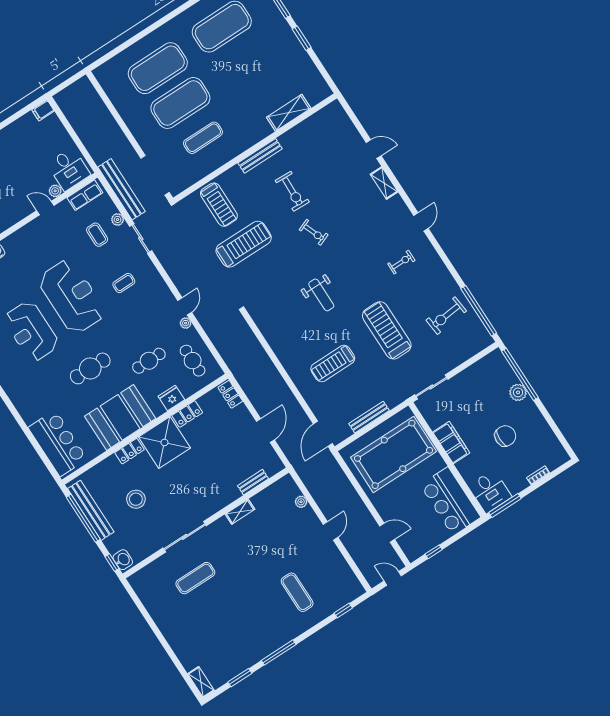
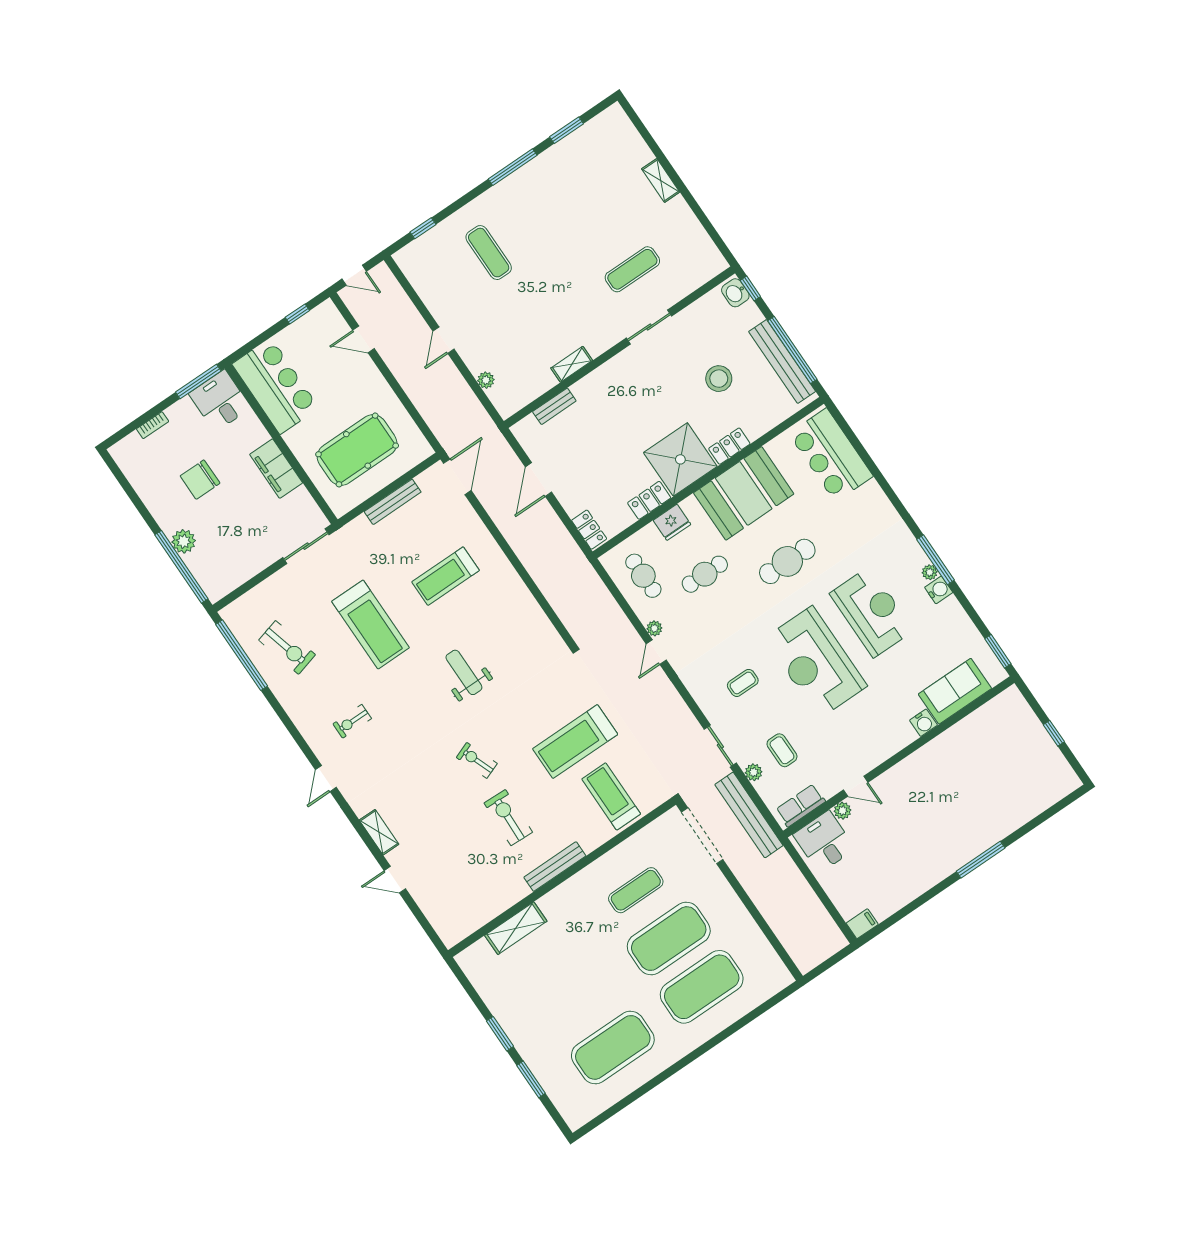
exercise bike: (446, 316) -> (287, 647), turned 81
treadmill: (333, 364) -> (446, 576), turned 180
pool table: (394, 454) -> (357, 450), width x0.73, depth x0.76
sliding door: (185, 537) -> (649, 327), width x0.73
shelving: (201, 682) -> (661, 180), moved

